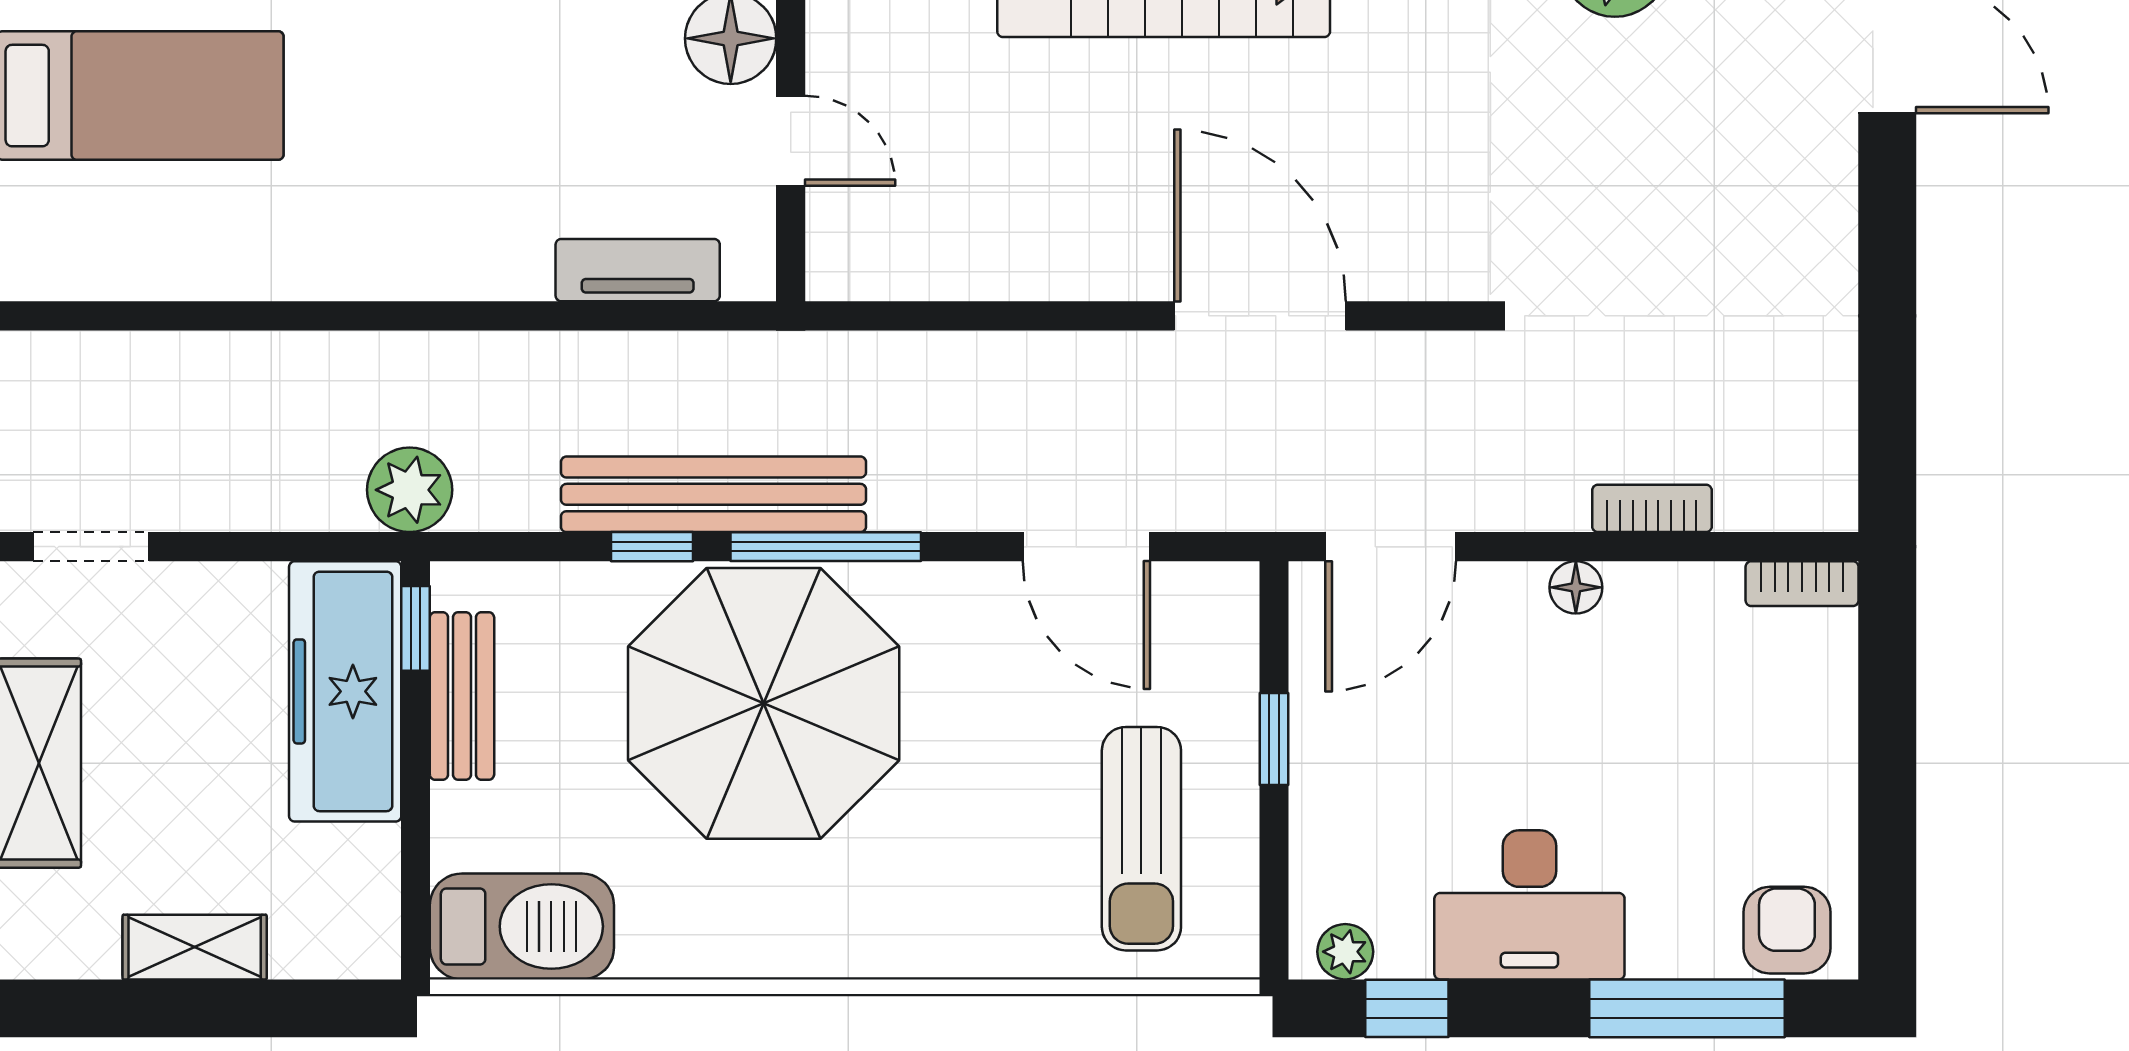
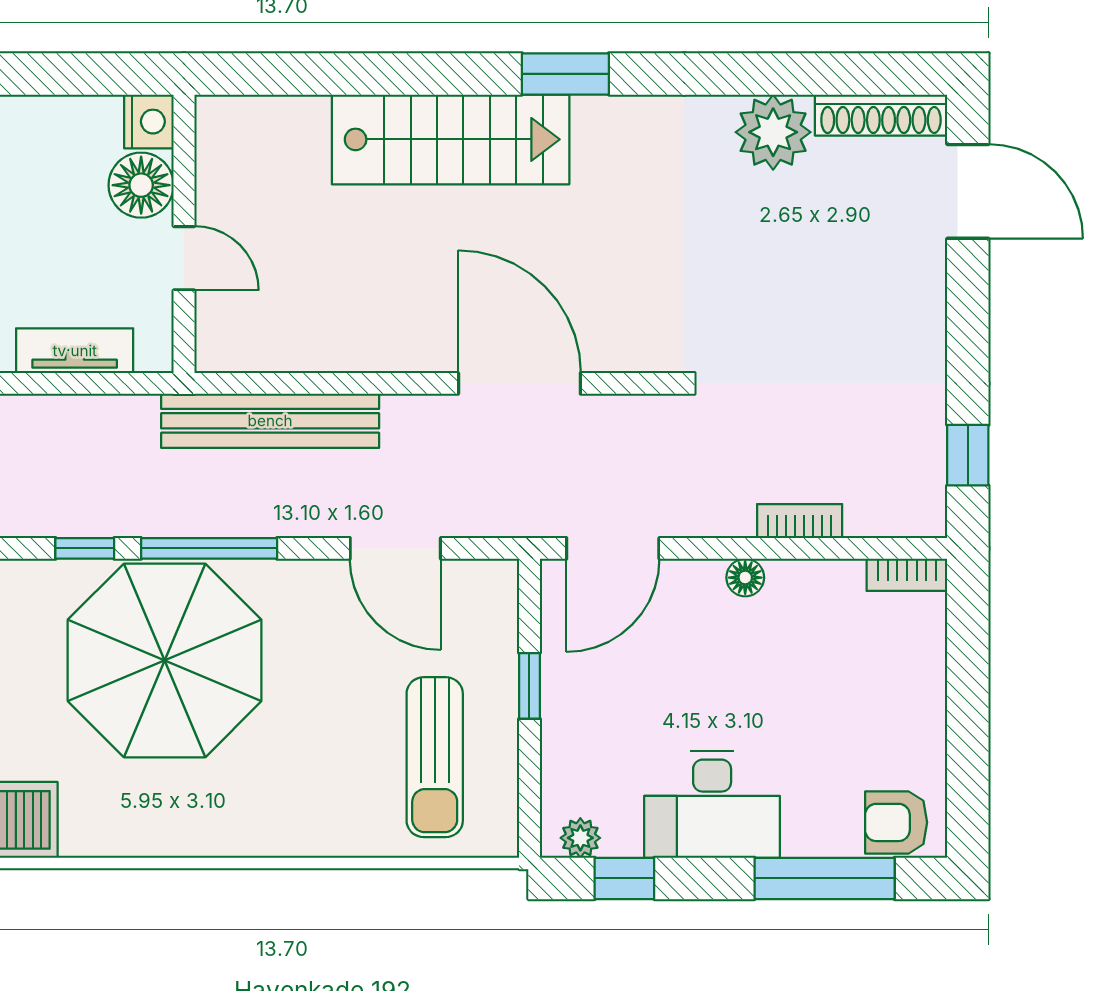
window: (1887, 416) -> (968, 455), added
bench: (713, 494) -> (270, 421), moved
armchair: (1787, 930) -> (896, 822), turned -90

